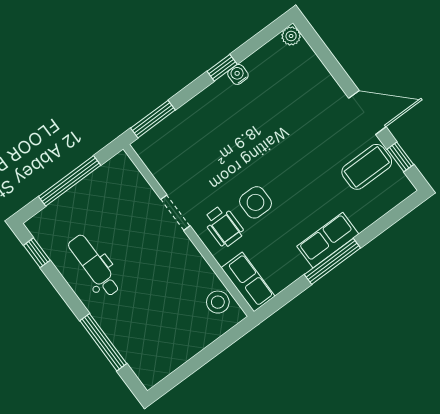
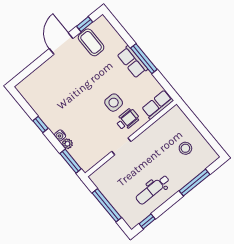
plant: (291, 36) -> (67, 144), moved
water cooler: (238, 74) -> (60, 135), moved
stool: (218, 302) -> (185, 148), moved

